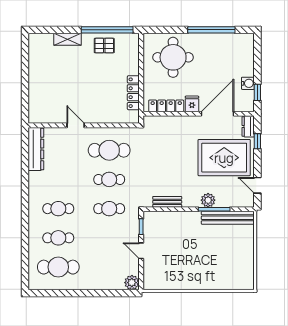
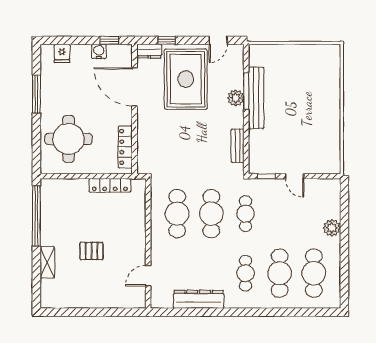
window: (211, 30) -> (36, 94), width x0.68
pallet: (104, 46) -> (92, 251), moved, turned 90
fridge: (192, 104) -> (62, 53), moved, turned -90
door: (76, 125) -> (148, 276), moved
dresser: (36, 149) -> (199, 299), moved
cafe table: (109, 179) -> (211, 214), width x1.37, depth x1.35
bench: (228, 218) -> (256, 98), moved
cafe table: (58, 238) -> (280, 273), width x1.37, depth x1.35
door: (141, 251) -> (295, 176), hinge flipped
plant: (132, 283) -> (332, 228), moved

